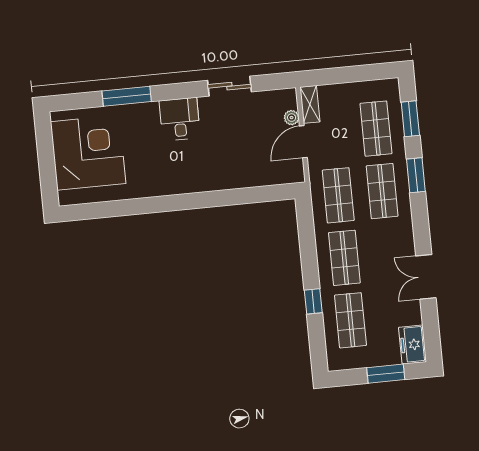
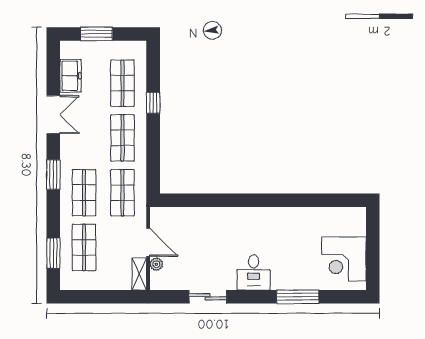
door: (303, 142) -> (148, 242), hinge flipped
corner desk: (88, 153) -> (344, 259), width x0.74, depth x0.74
window: (416, 175) -> (53, 175), moved
freezer: (413, 345) -> (71, 76), moved

